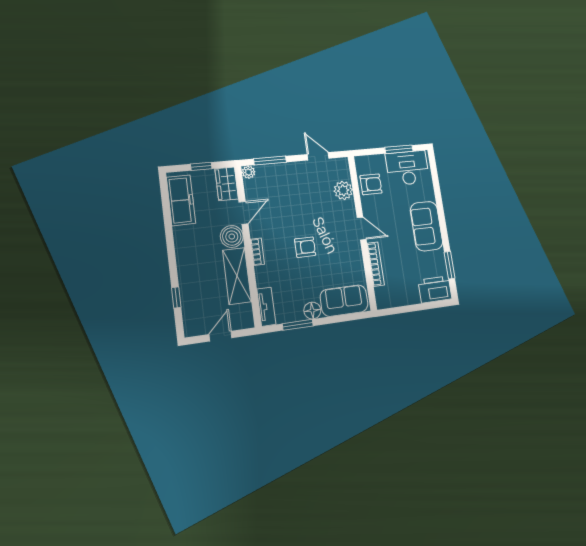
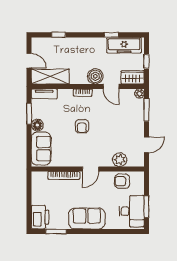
armchair: (371, 184) -> (122, 181), turned 90
window: (168, 220) -> (111, 35), added
shelving: (237, 276) -> (50, 76), moved

